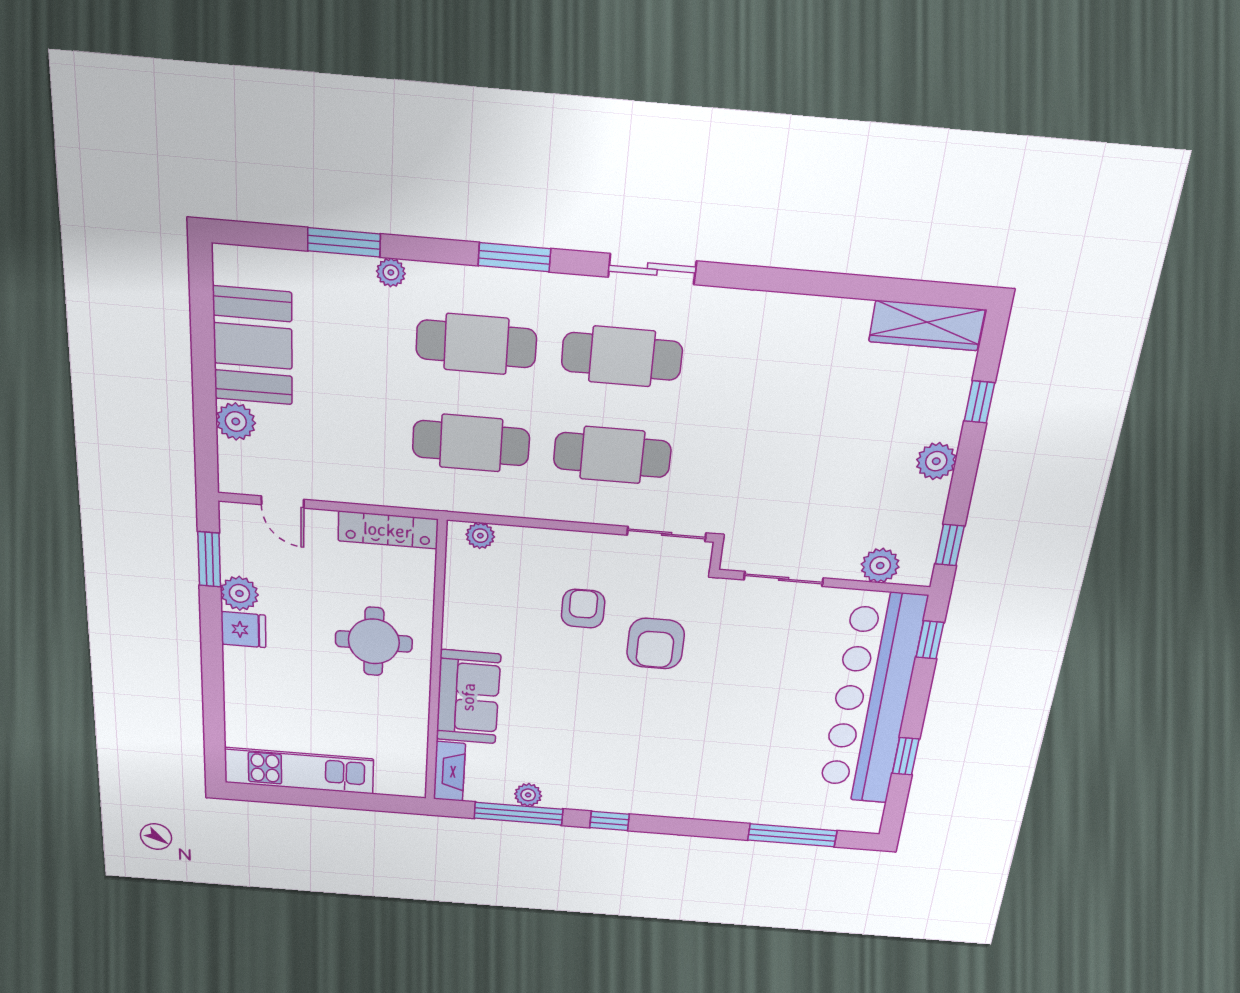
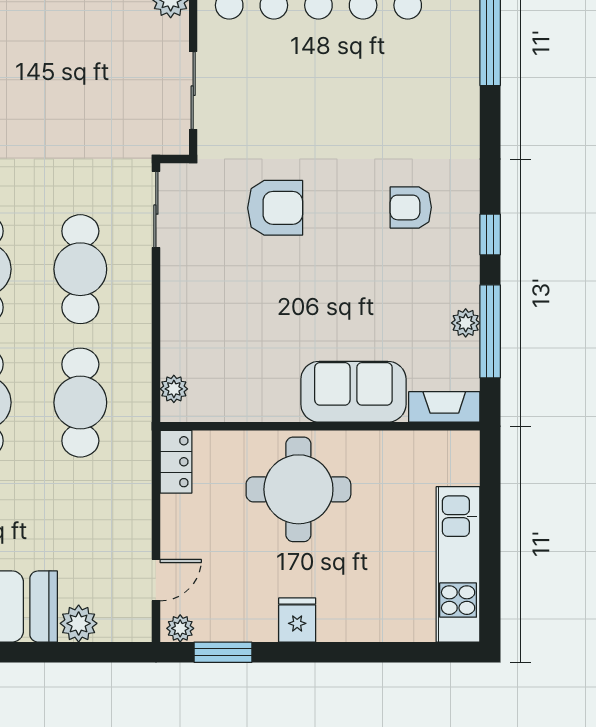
locker: (388, 530) -> (176, 462), width x0.66
plant: (239, 593) -> (180, 628), moved, width x0.73, depth x0.73
armchair: (583, 609) -> (411, 207), moved
round table: (374, 641) -> (298, 489), width x1.36, depth x1.36

